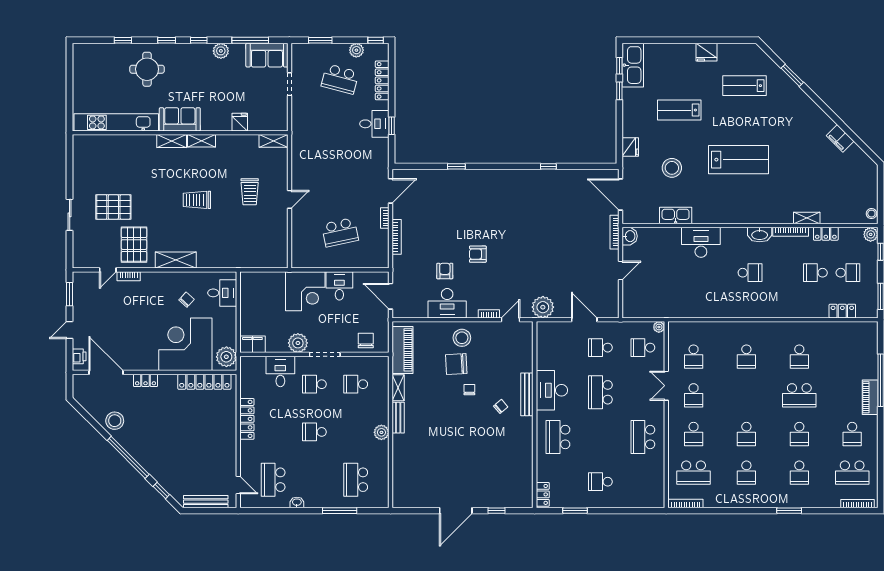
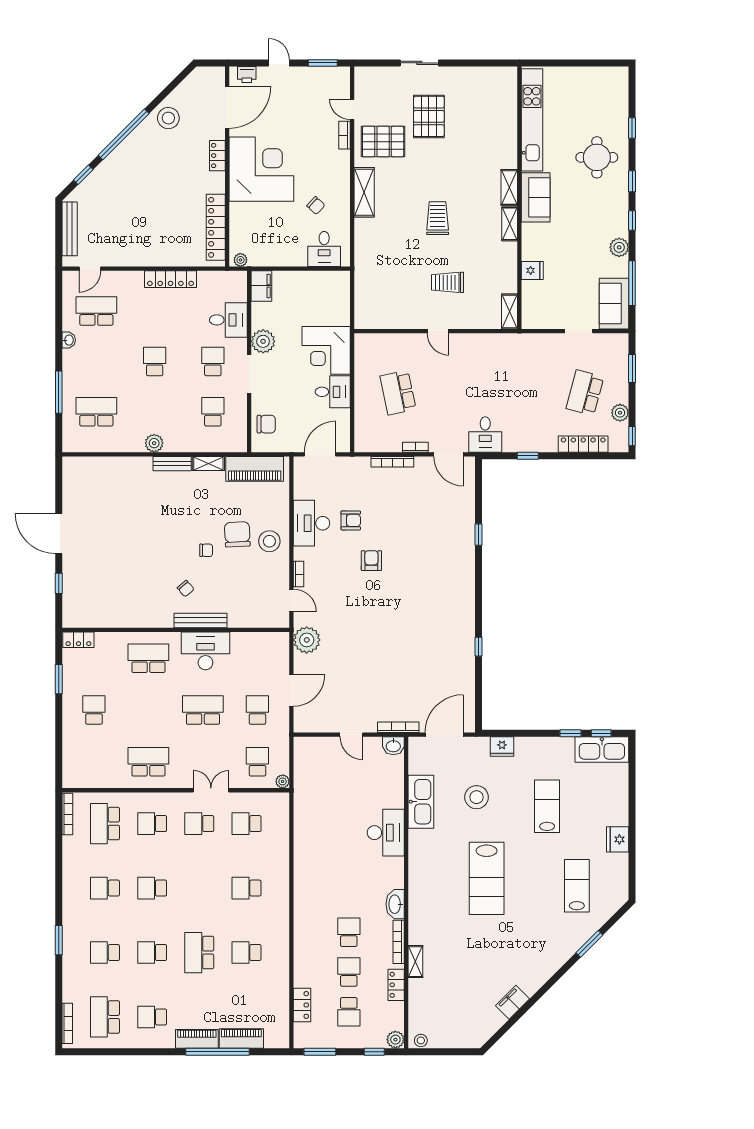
desk: (374, 124) -> (485, 434), moved
kitchen sink: (676, 215) -> (421, 802), width x1.36, depth x1.24
school desk: (750, 273) -> (349, 932), moved, turned 180
corner desk: (185, 344) -> (261, 169), moved
plant: (226, 357) -> (240, 260), width x0.53, depth x0.53
piano: (870, 361) -> (241, 1038), added

